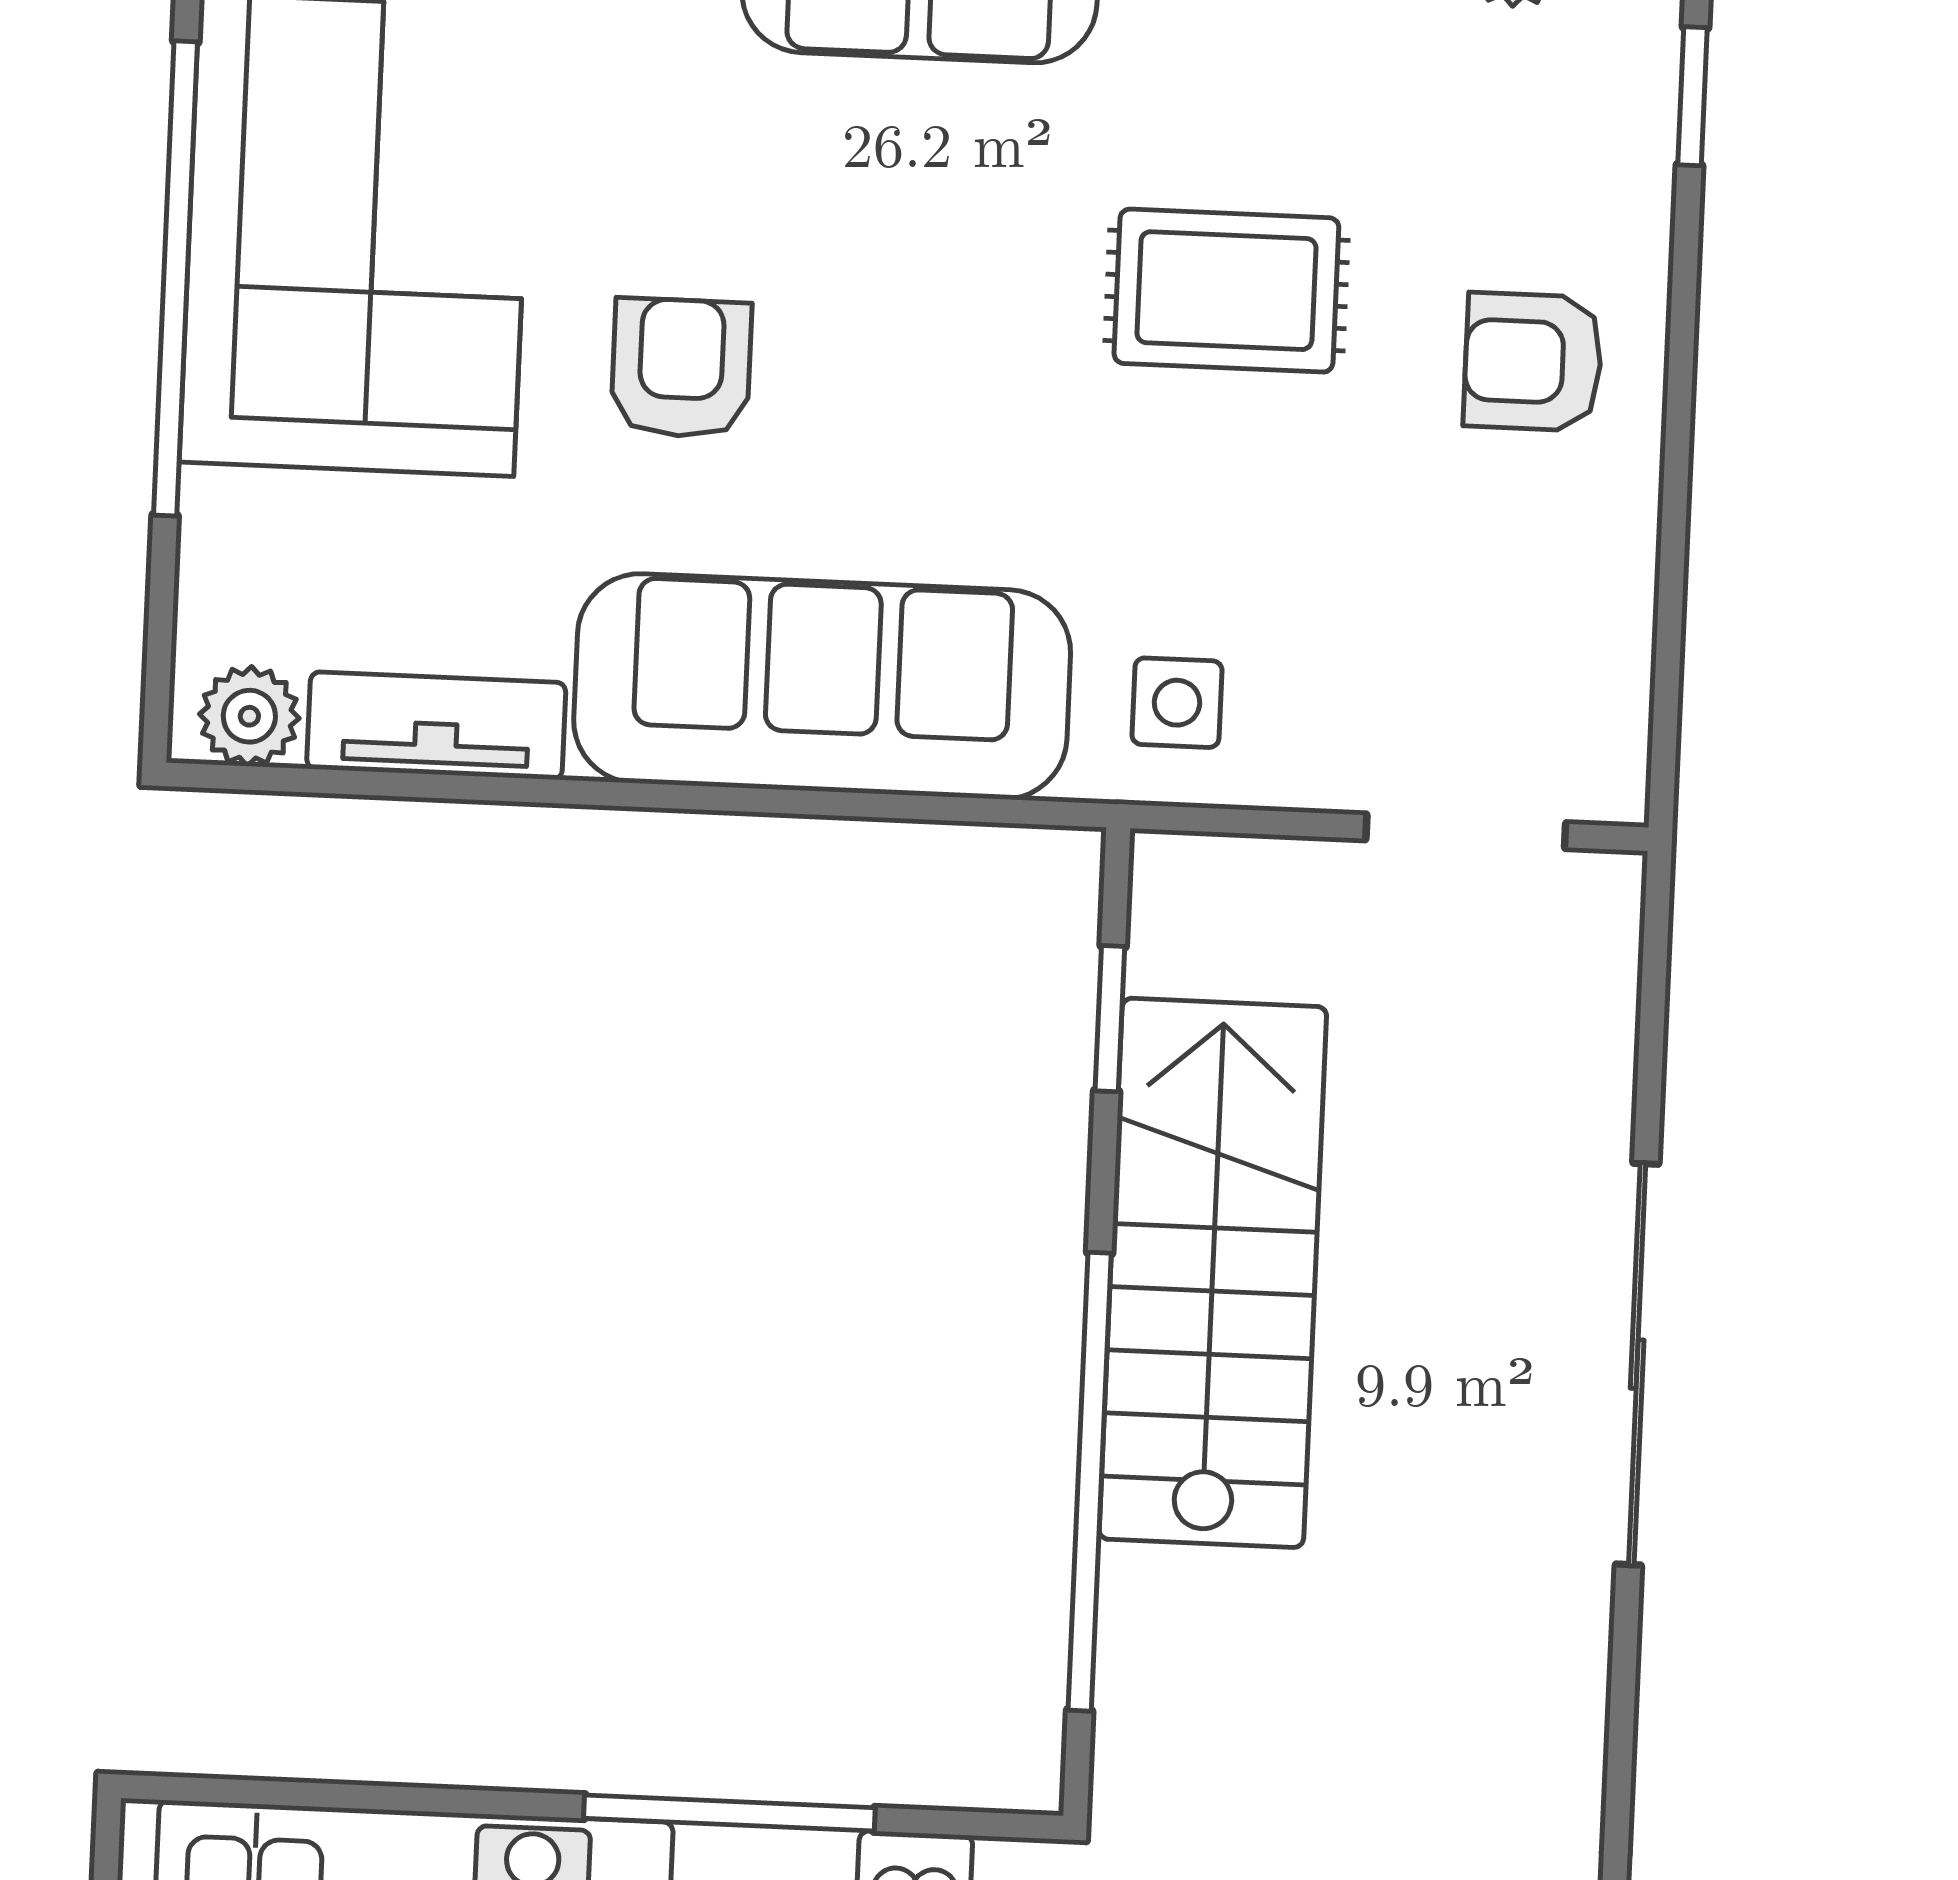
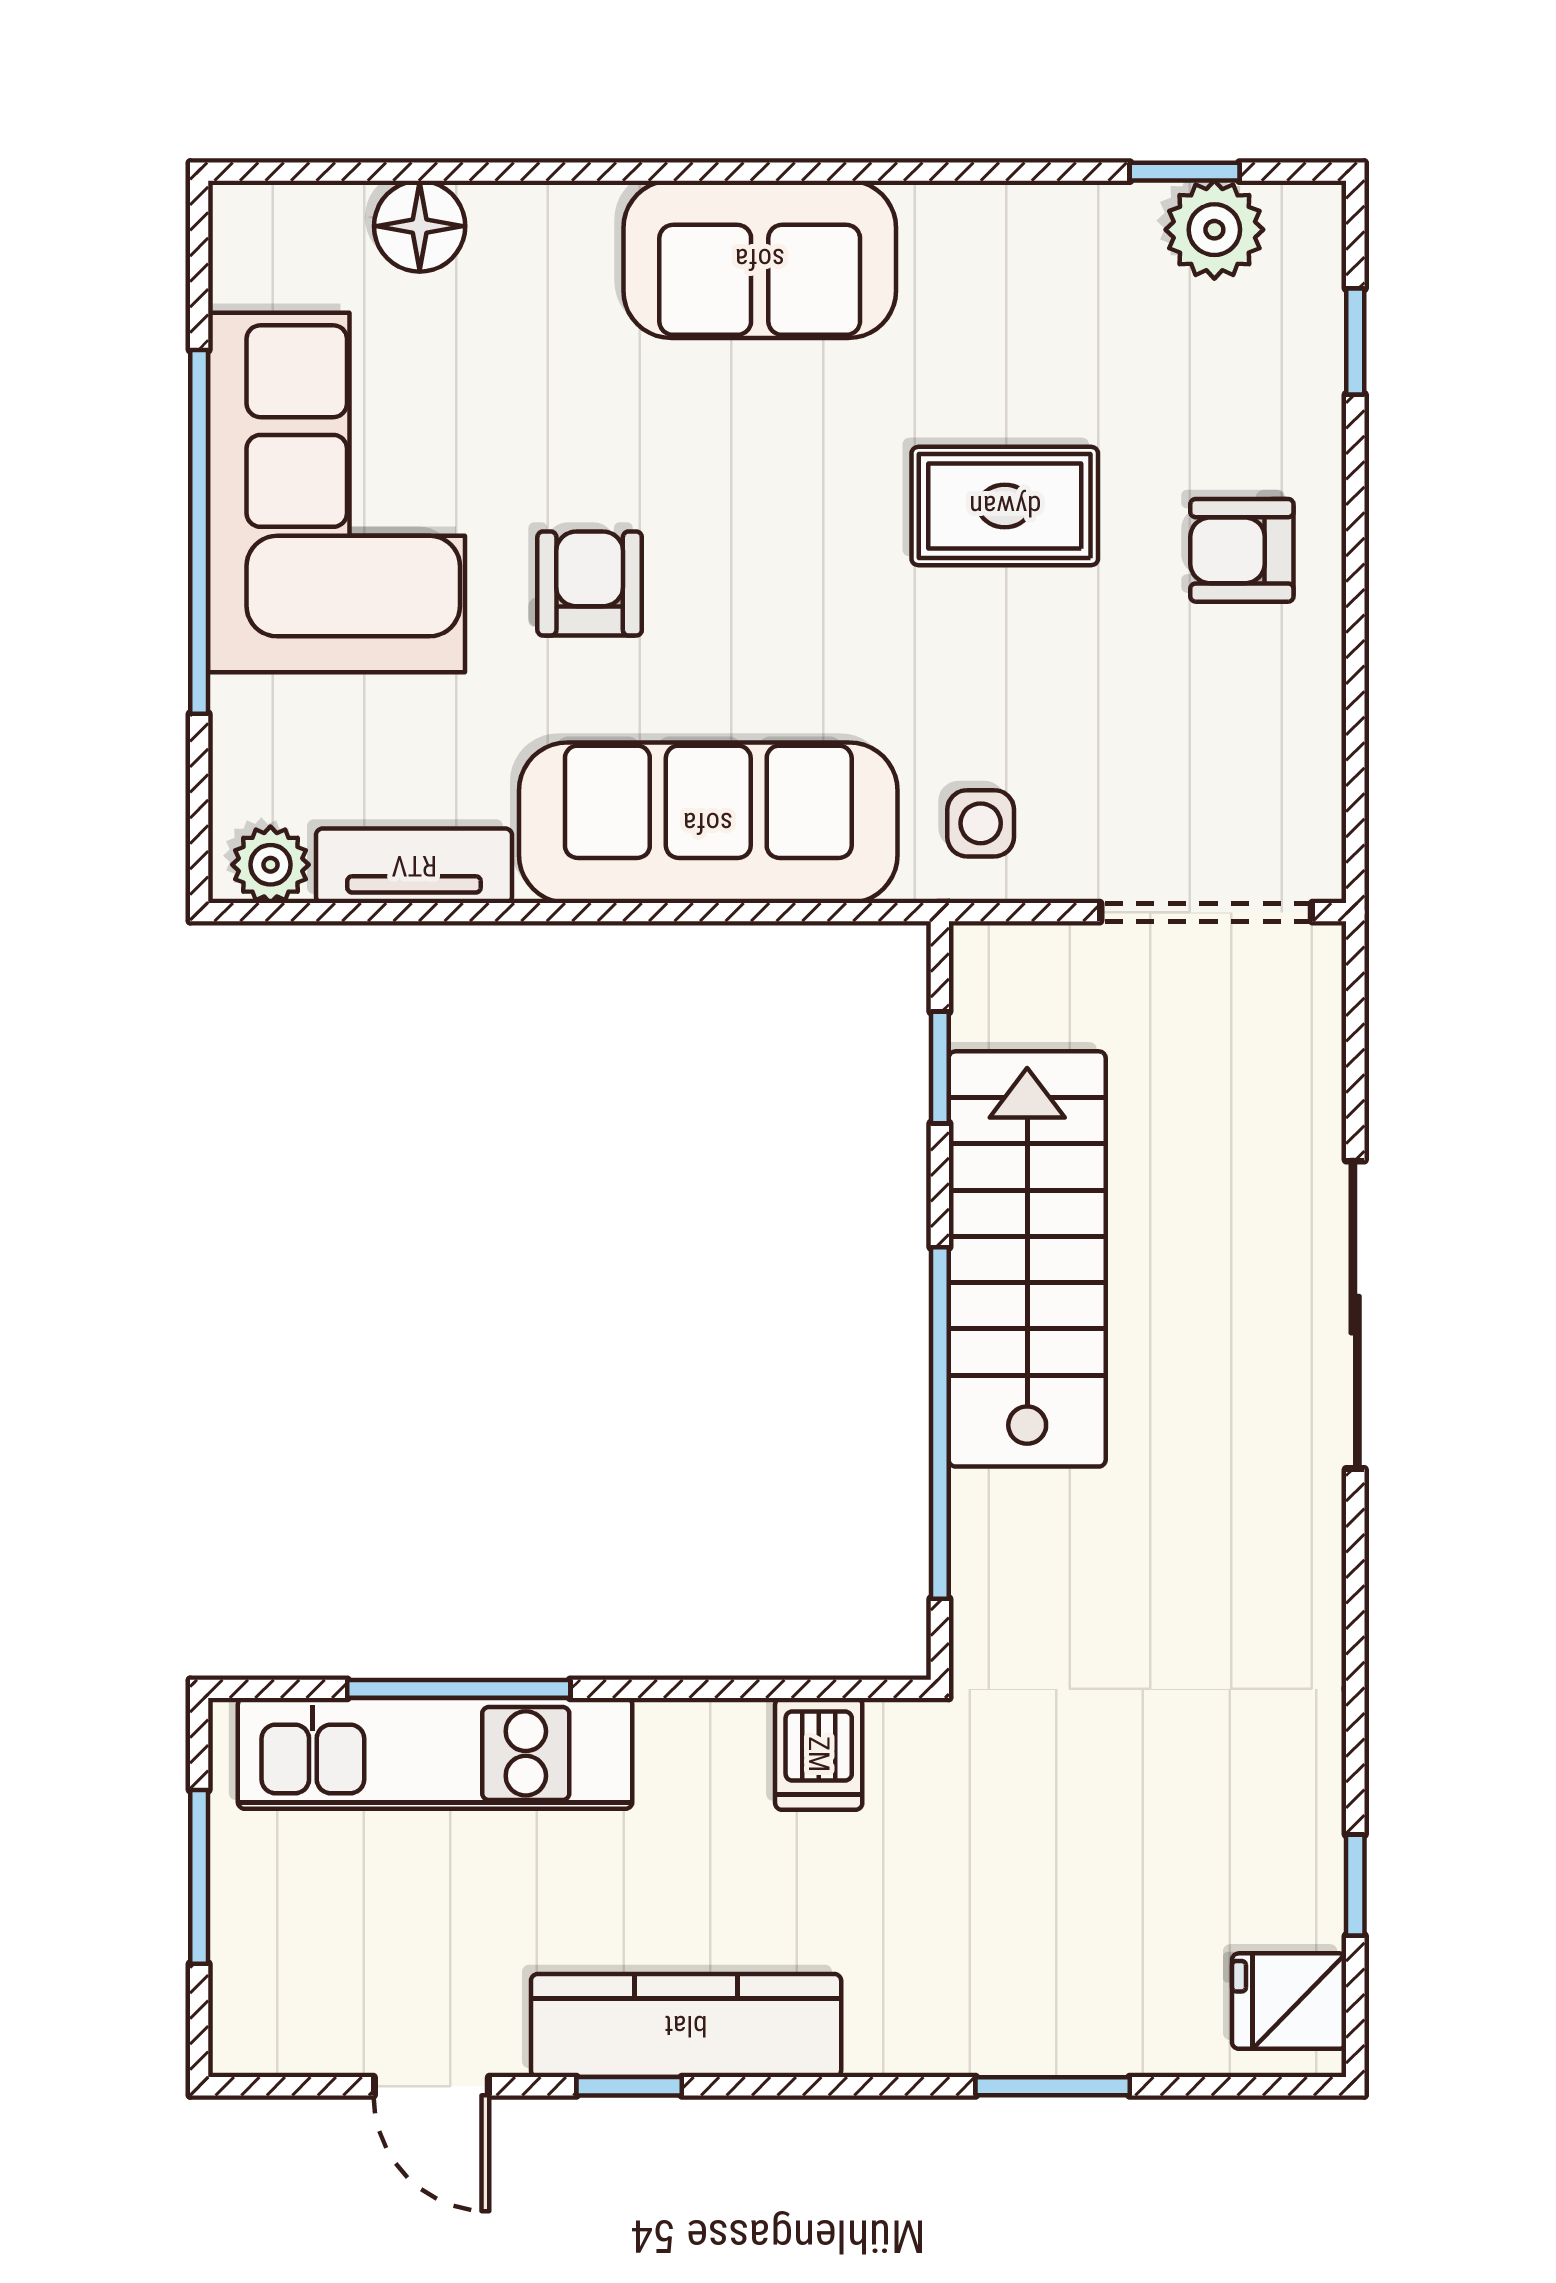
doorway: (1466, 831) -> (1206, 912), width x1.38
window: (729, 1813) -> (459, 1689), moved

